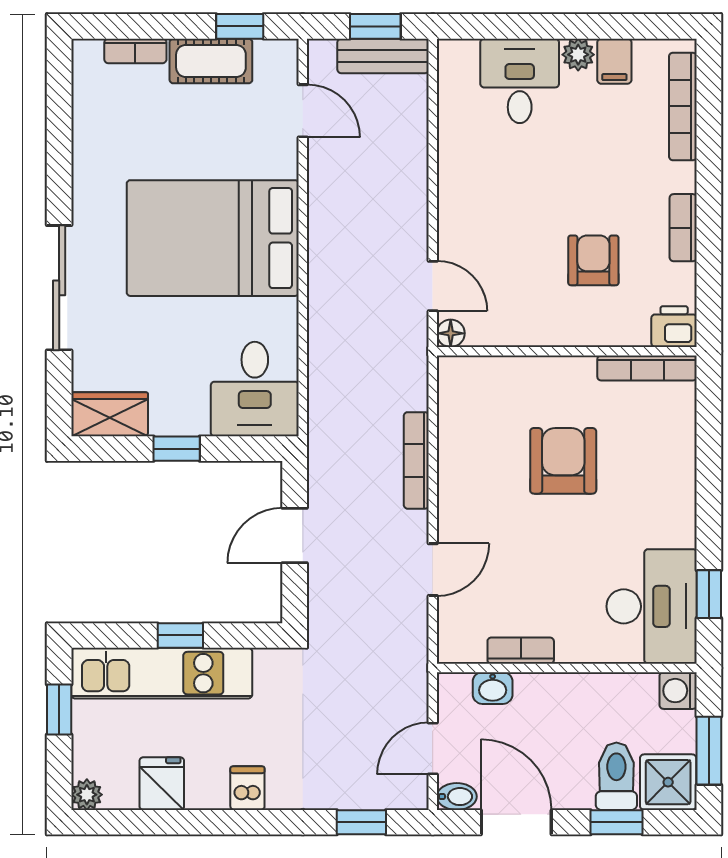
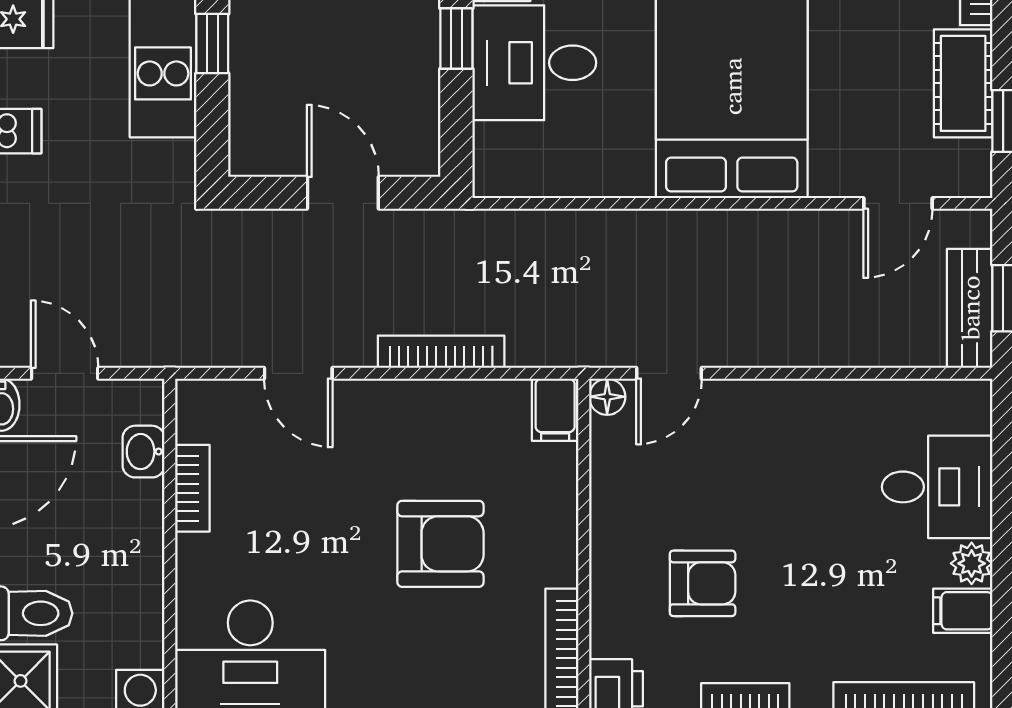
filing cabinet: (461, 373) -> (555, 410), added
desk: (255, 389) -> (534, 63), moved

